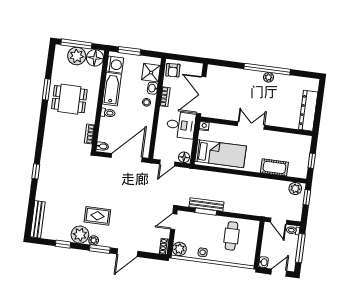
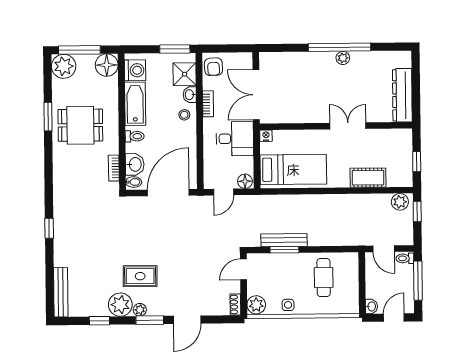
window: (129, 51) -> (175, 49), moved
plant: (77, 56) -> (64, 66), moved
double door: (251, 126) -> (348, 126), moved
washbasin: (105, 133) -> (135, 164), added

